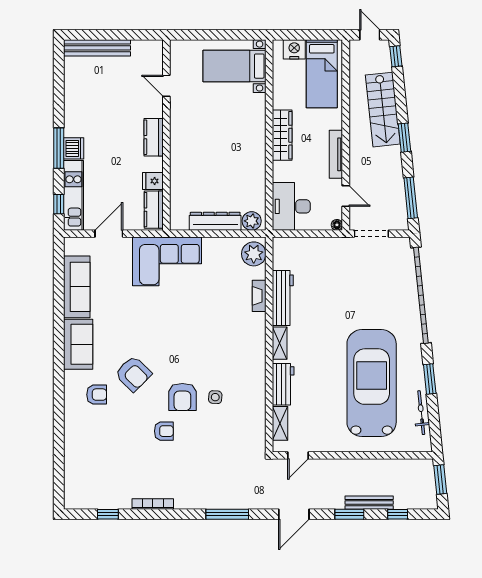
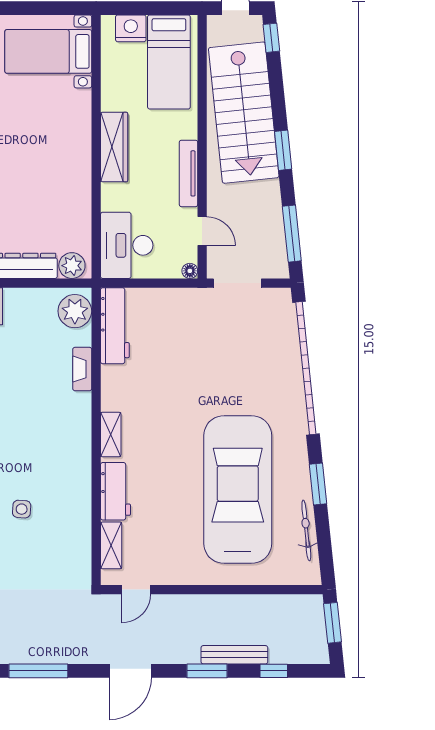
stairs: (383, 110) -> (244, 113), width x1.36, depth x1.51
workbench: (283, 298) -> (115, 326), moved

